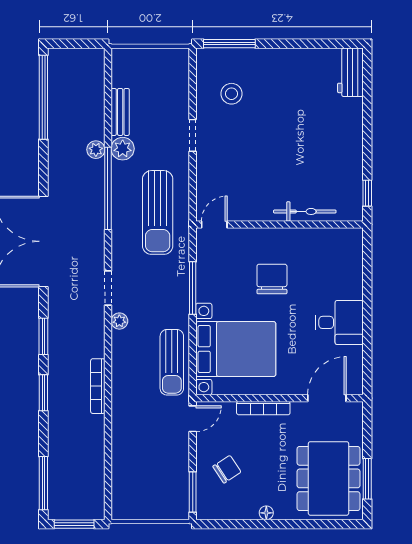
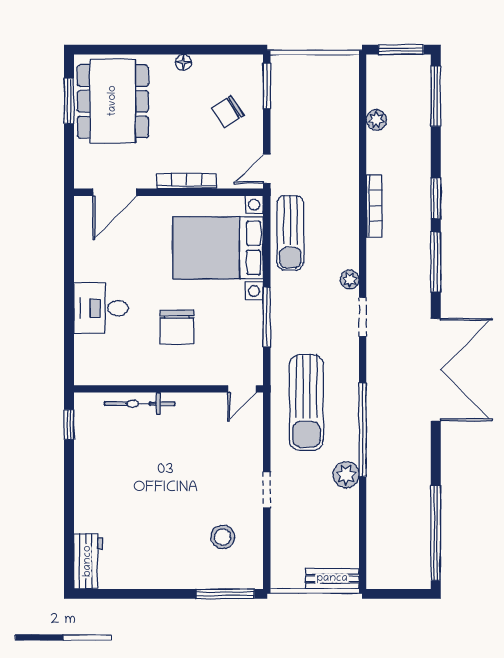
bench: (120, 112) -> (332, 579), moved, turned 90
plant: (96, 150) -> (376, 120), moved
sun lounger: (158, 212) -> (306, 402), turned 180
desk: (339, 322) -> (101, 308), moved
window: (43, 336) -> (436, 262), width x1.44
sun lounger: (172, 362) -> (290, 233), turned 180

